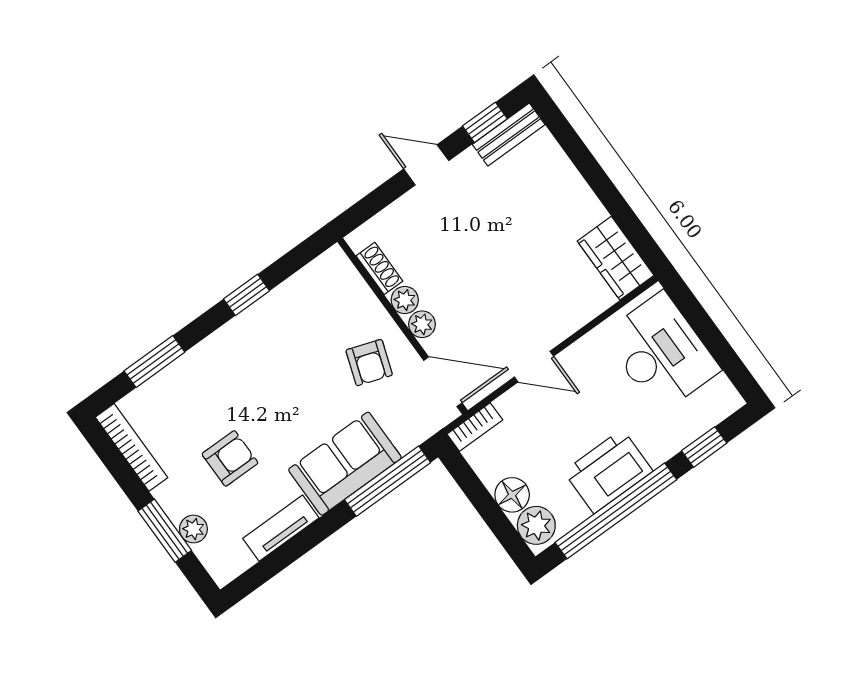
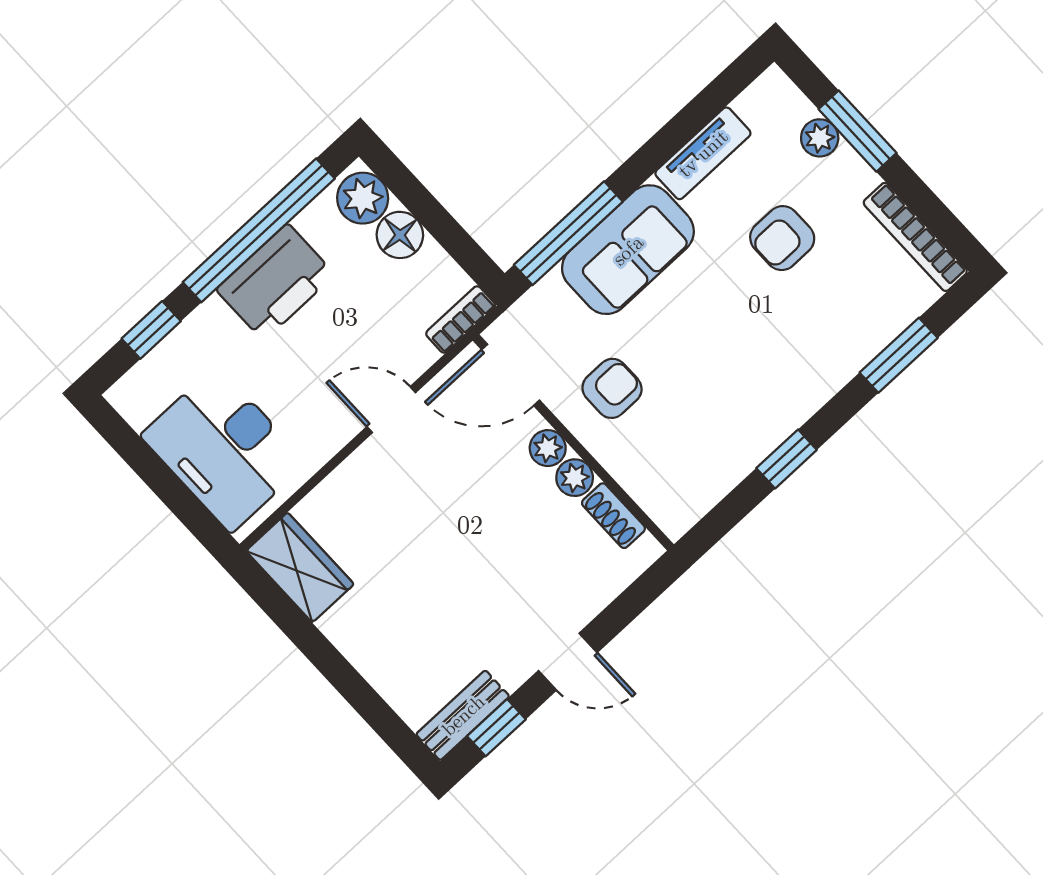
armchair: (369, 363) -> (612, 388), turned 71

